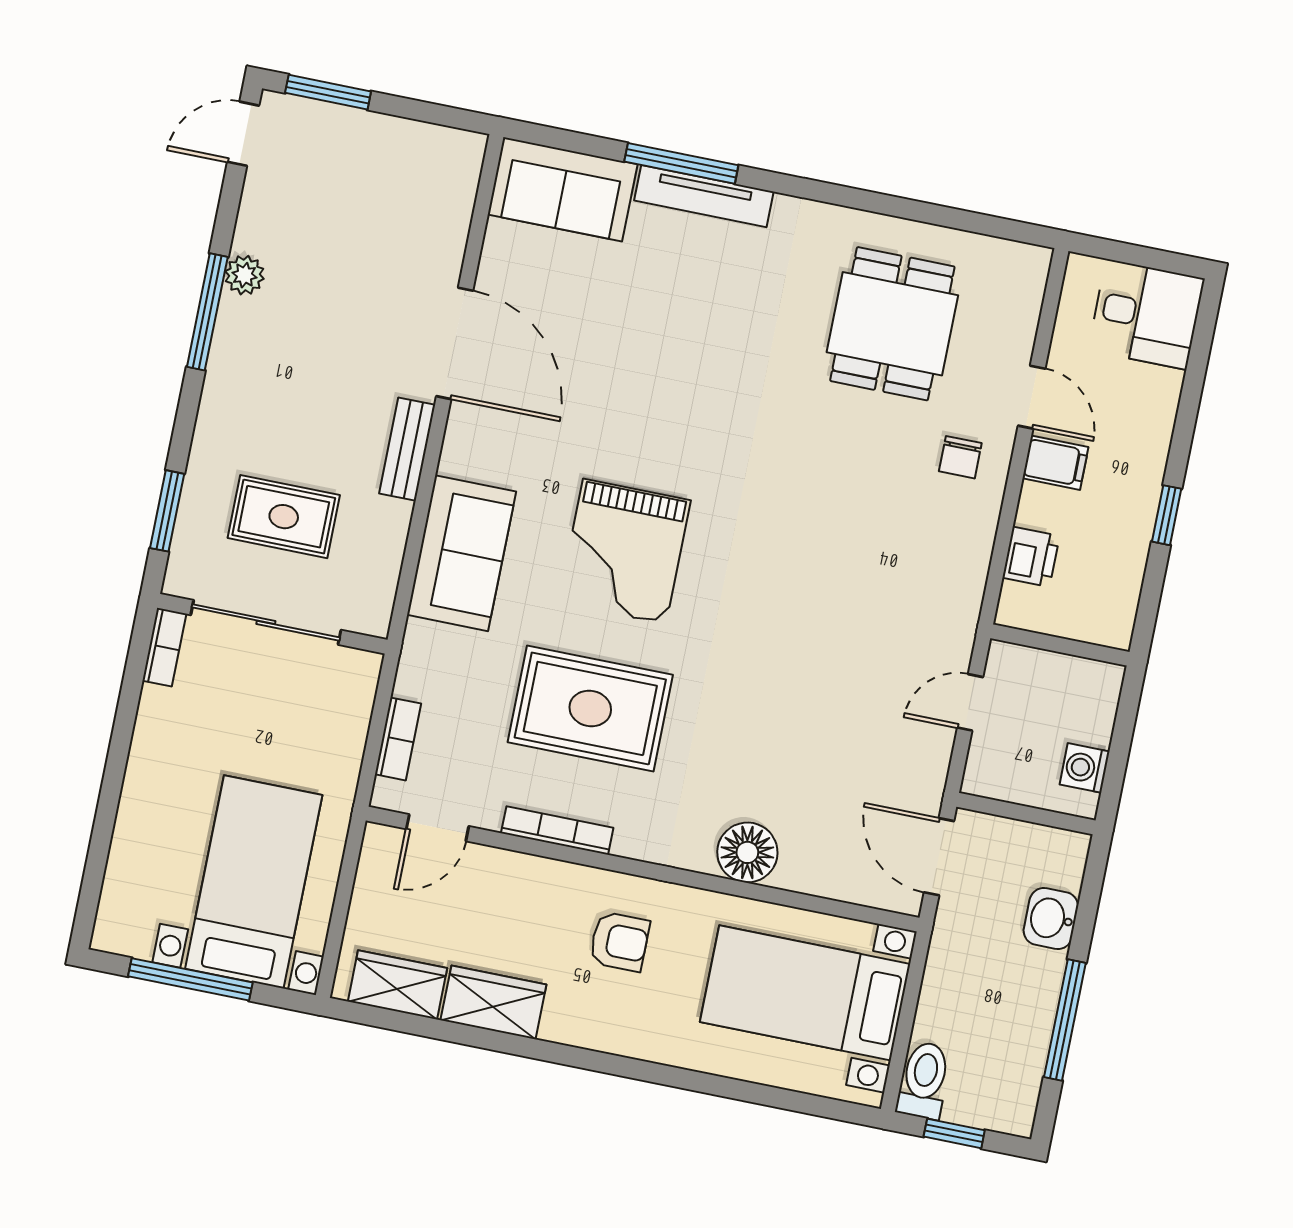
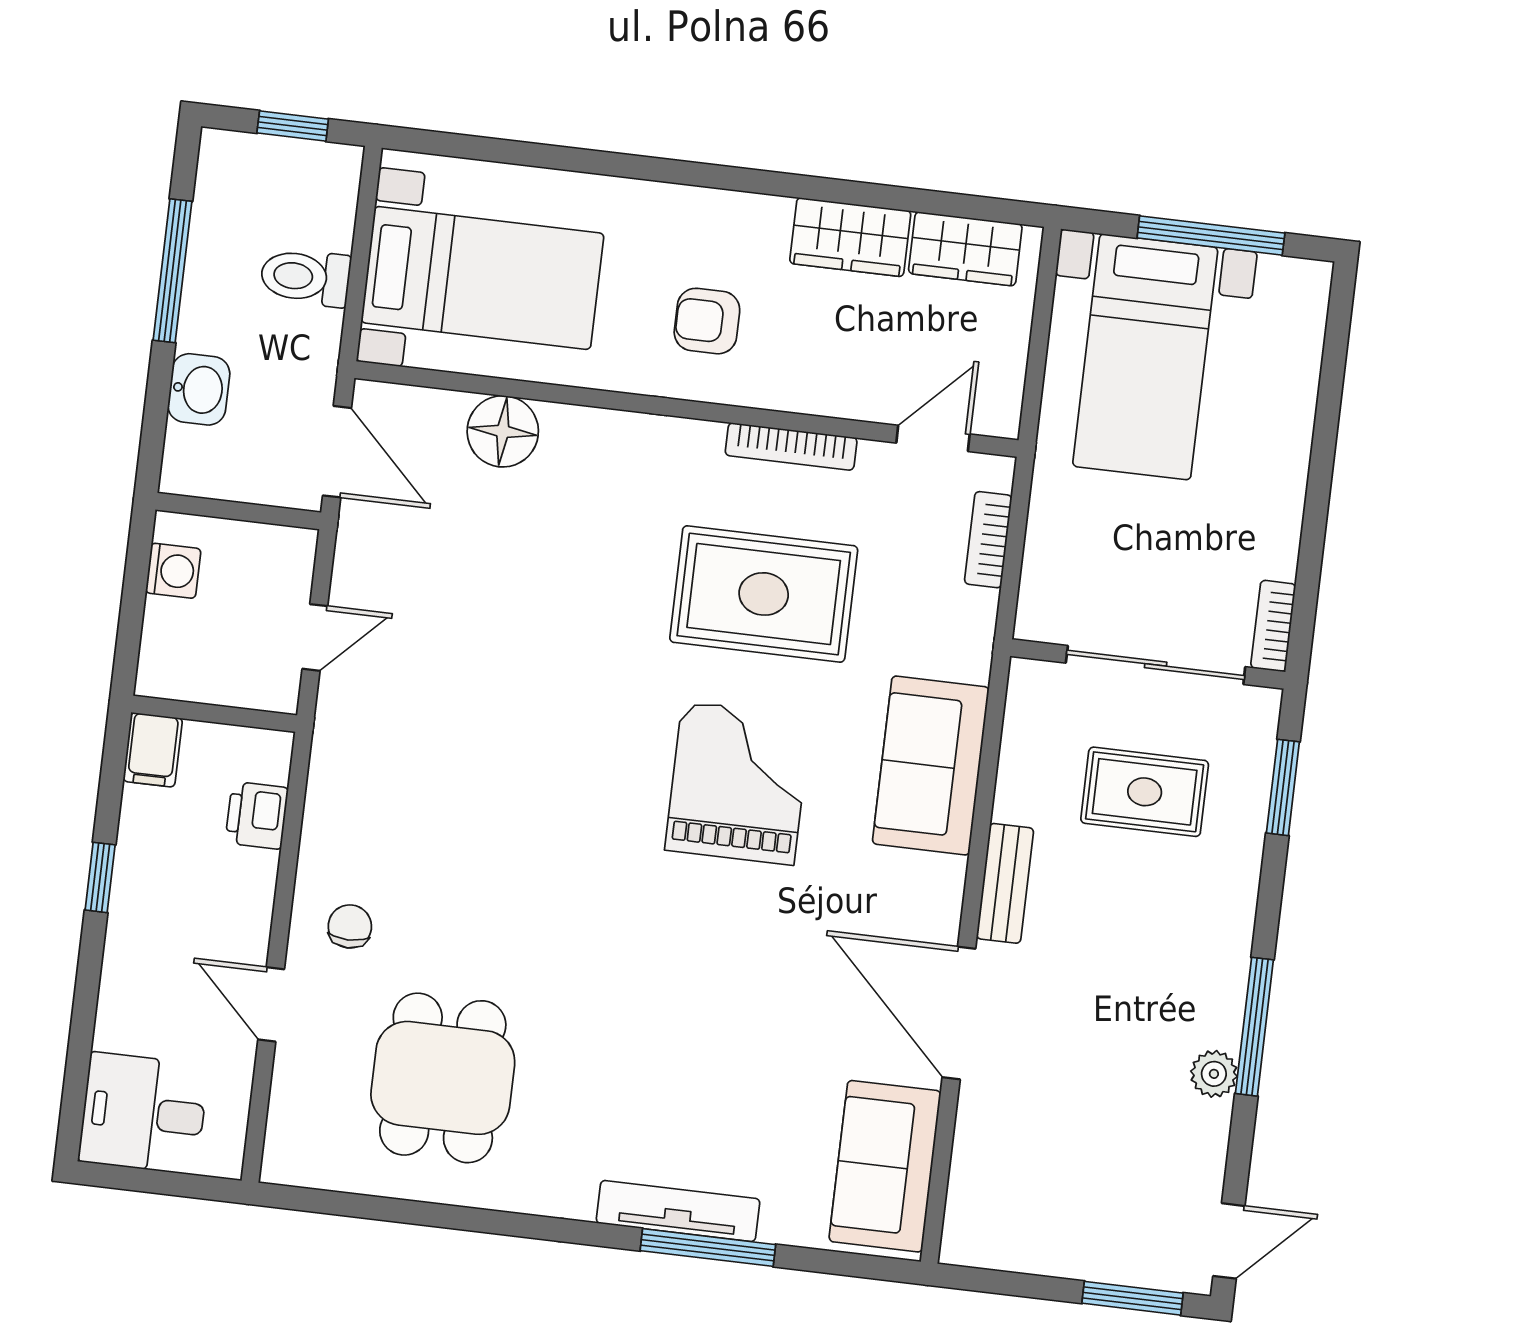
sofa: (563, 189) -> (885, 1166), moved, turned -90
filing cabinet: (1055, 463) -> (153, 750), moved, turned -90
floor lamp: (747, 852) -> (503, 431), moved
toilet: (924, 1080) -> (305, 277), moved, turned 90

